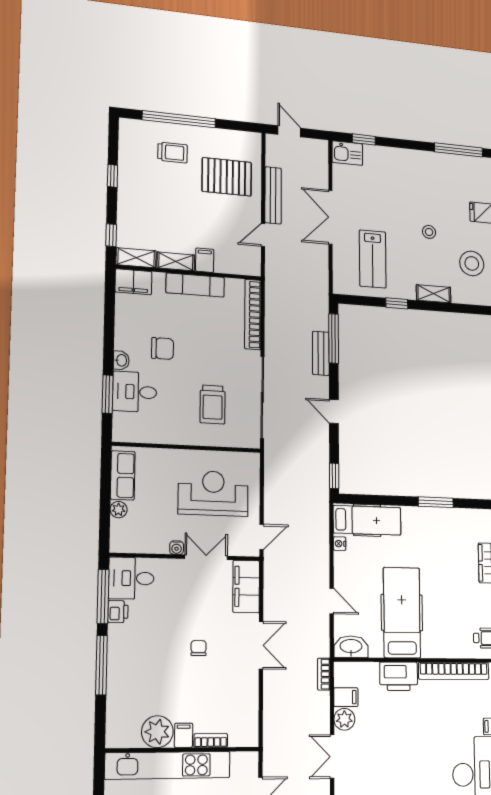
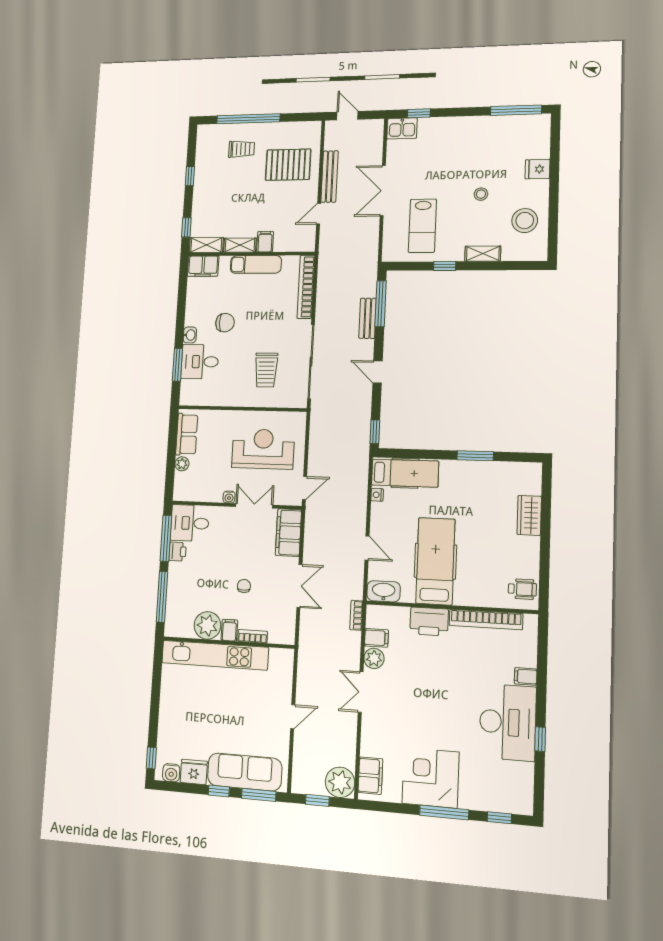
plant: (157, 732) -> (207, 625), moved
filing cabinet: (184, 735) -> (229, 630), moved
bookcase: (211, 740) -> (253, 636), moved
wall: (183, 750) -> (228, 643), moved
kitchen unit: (168, 765) -> (215, 655), moved

